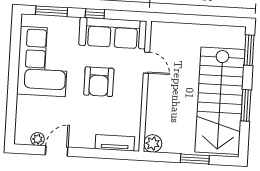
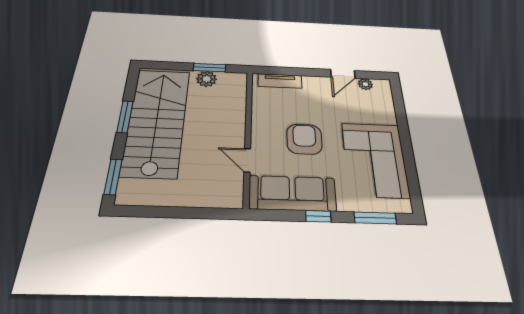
plant: (153, 143) -> (207, 79), moved
window: (195, 159) -> (210, 68), moved

